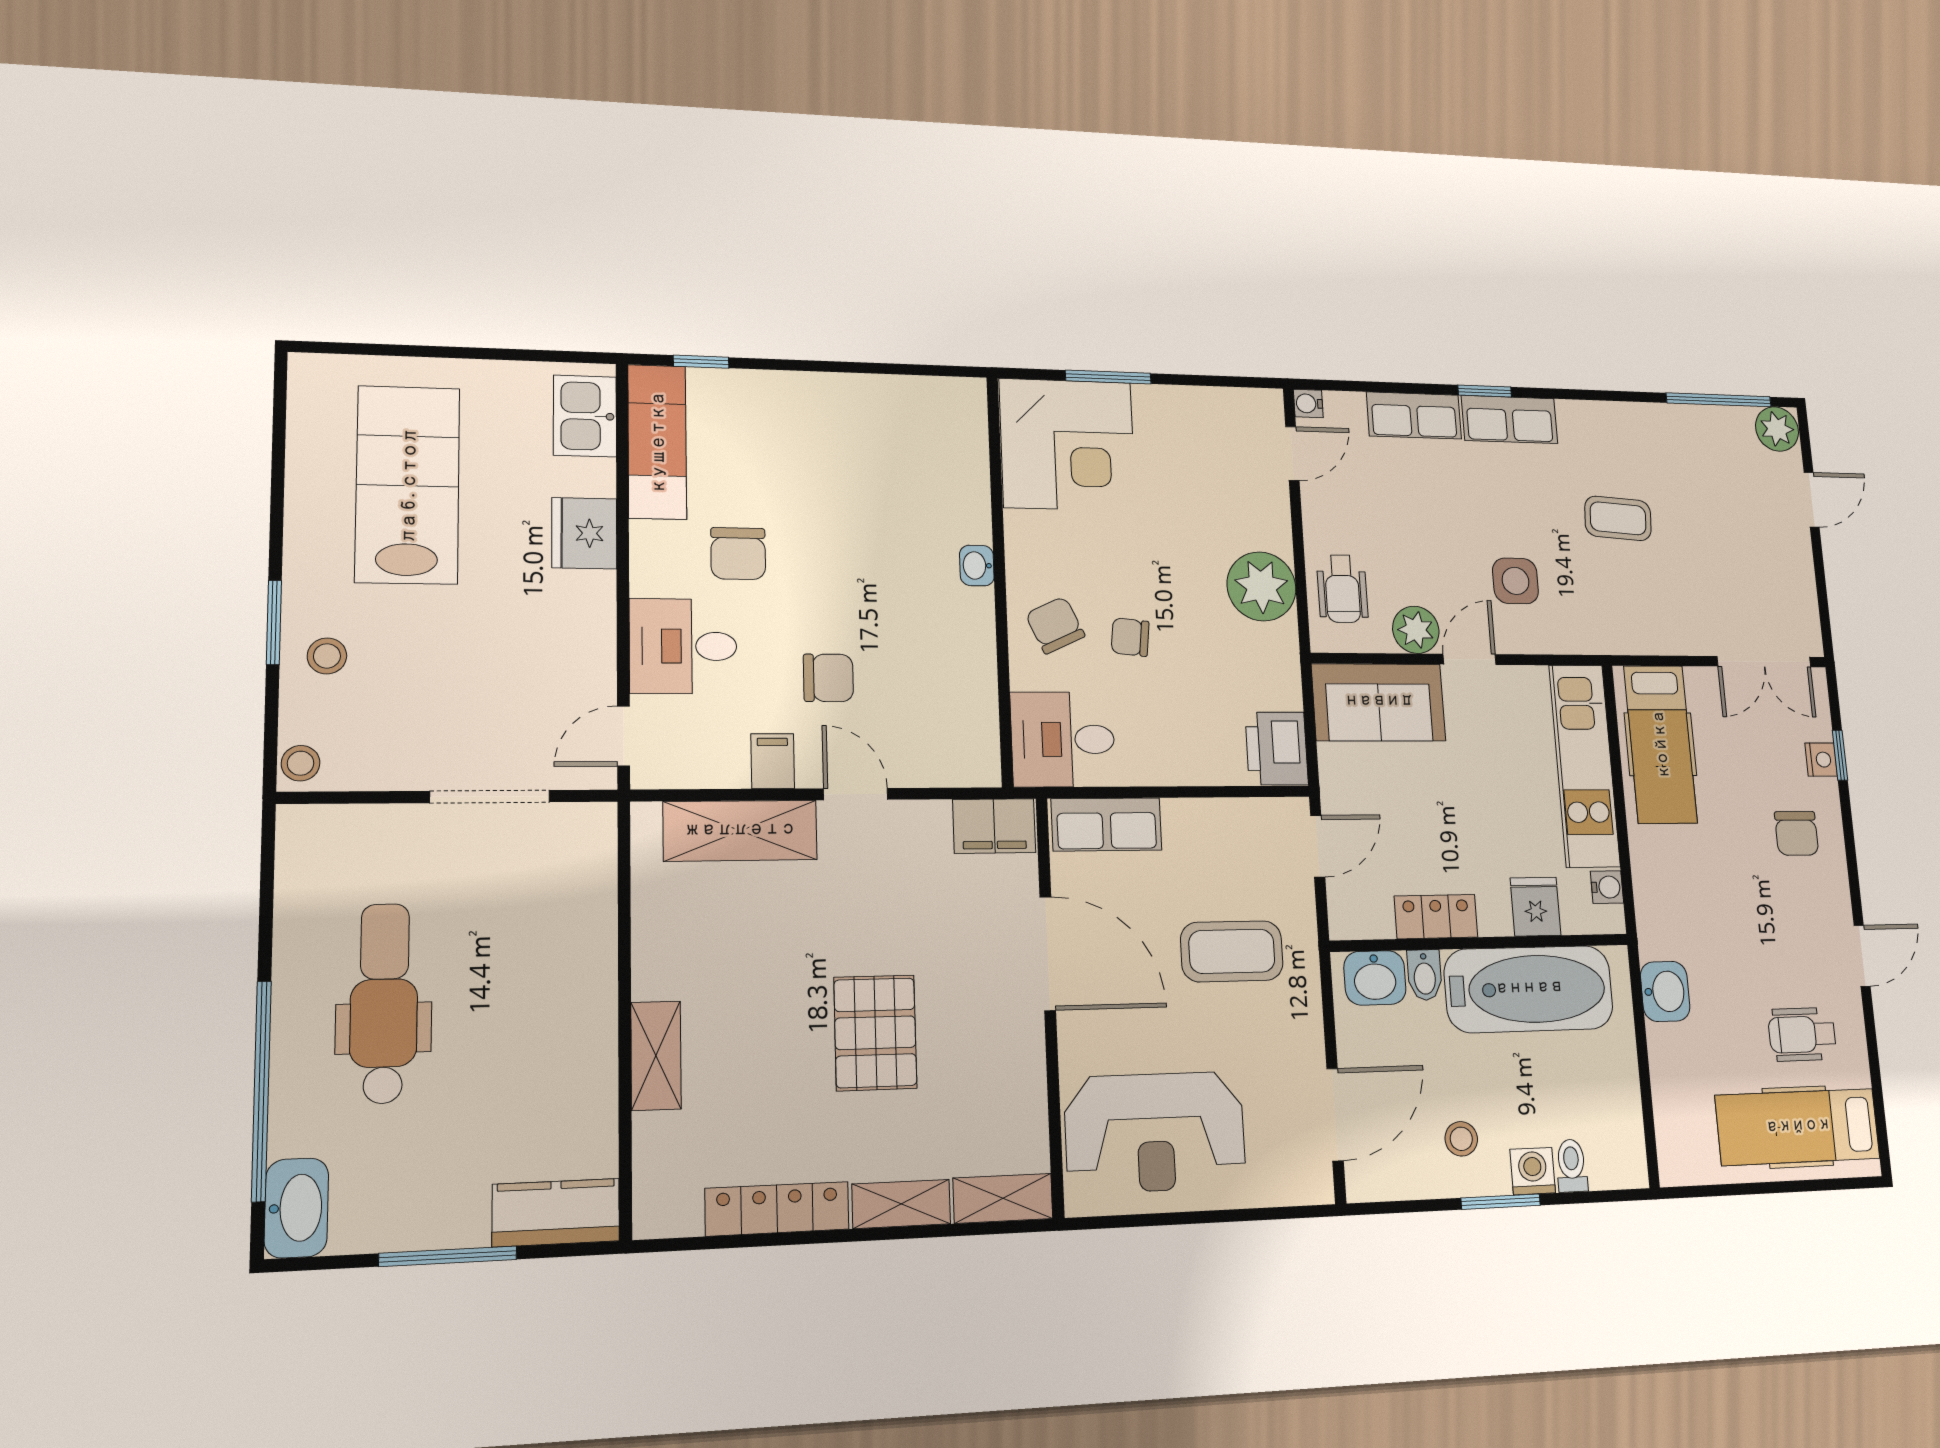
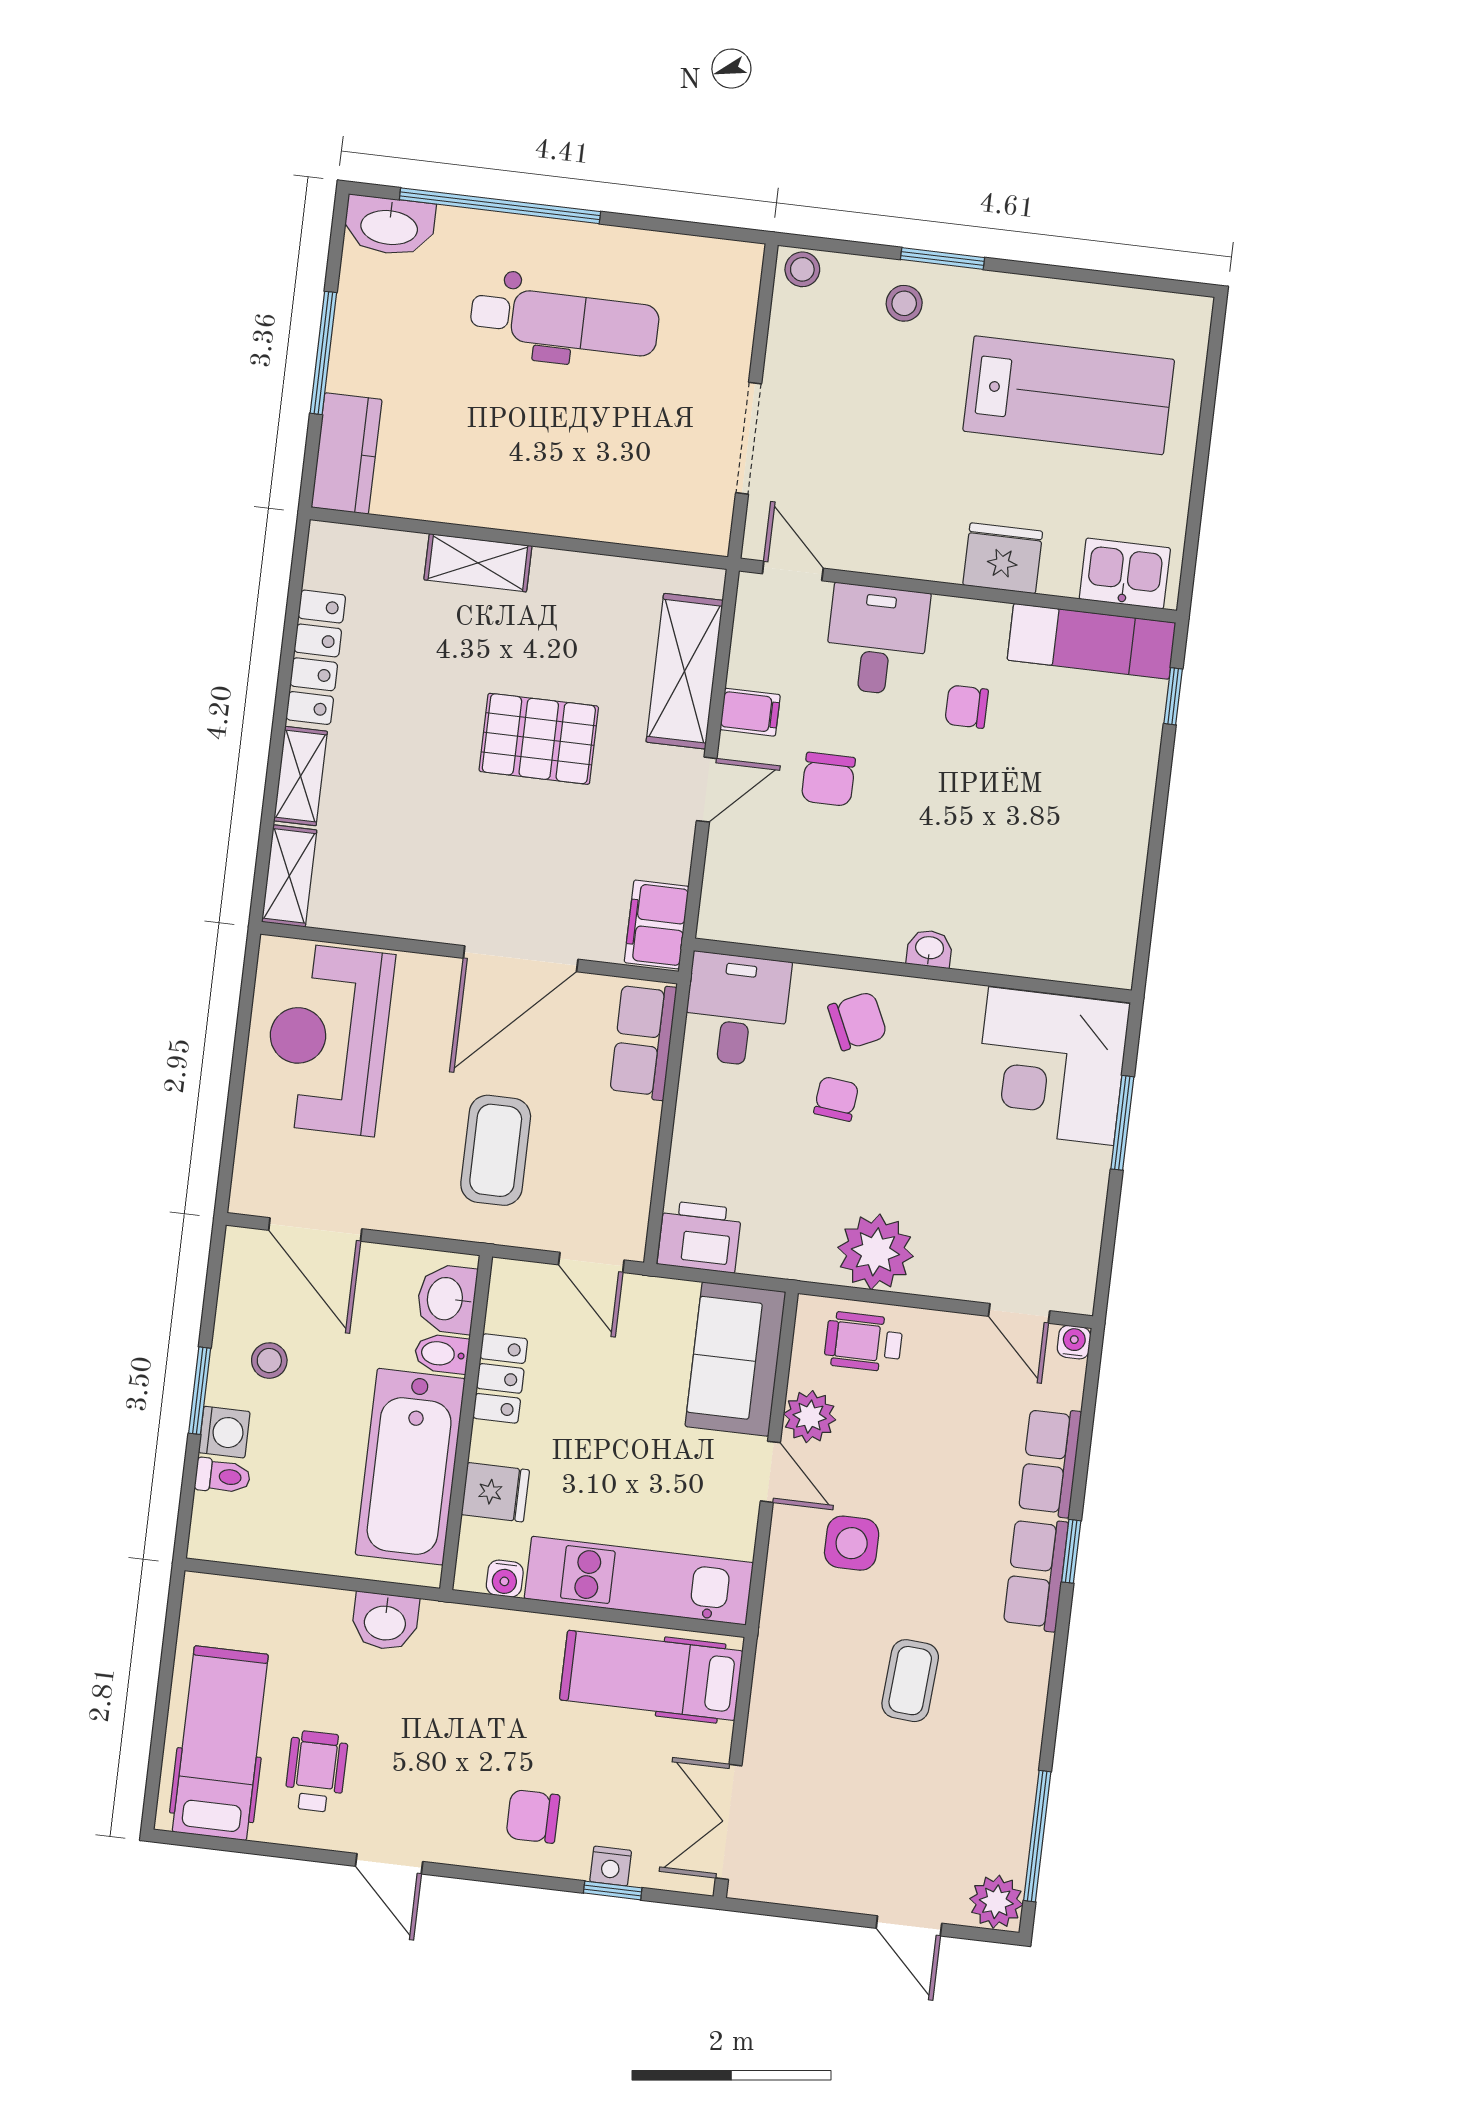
chair: (738, 554) -> (967, 707), width x0.73, depth x0.73
pallet: (875, 1033) -> (539, 739), moved

